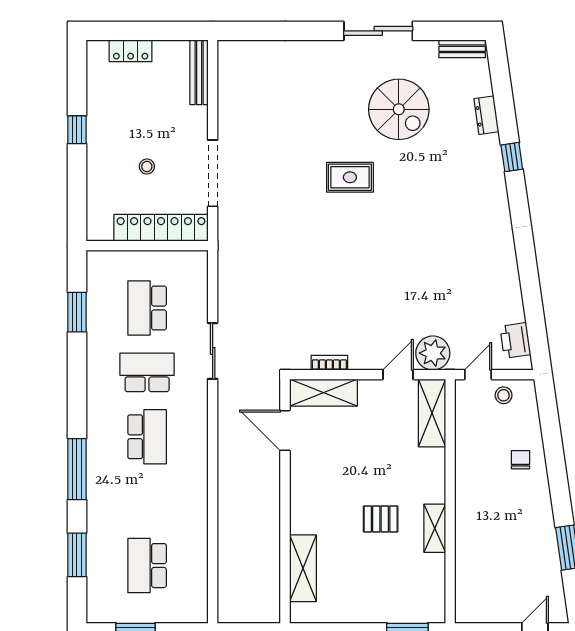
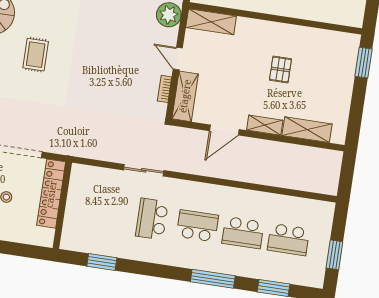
school desk: (147, 308) -> (243, 233), moved
door: (398, 375) -> (178, 59), moved
door: (285, 431) -> (224, 130), moved
shelving: (435, 528) -> (265, 125), moved

